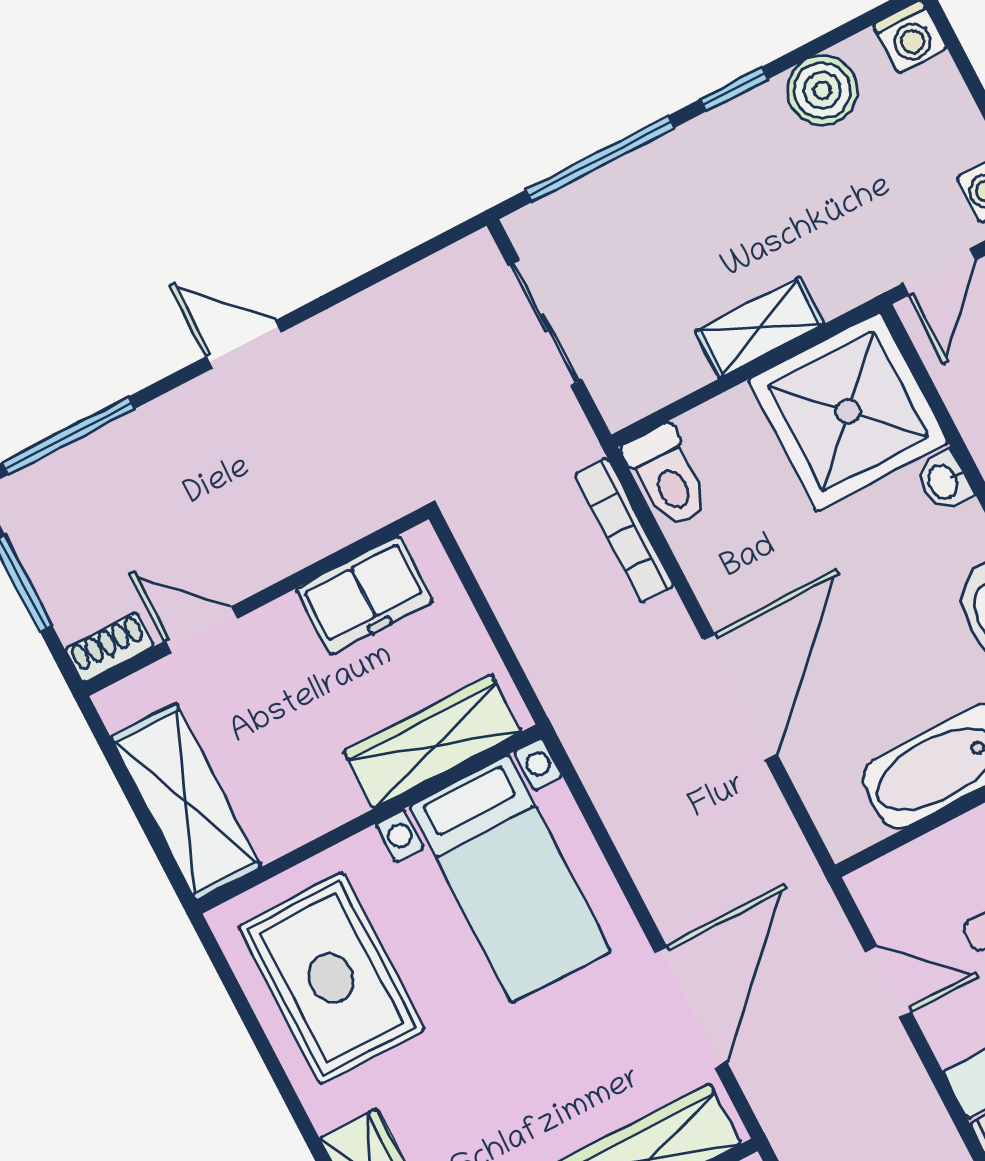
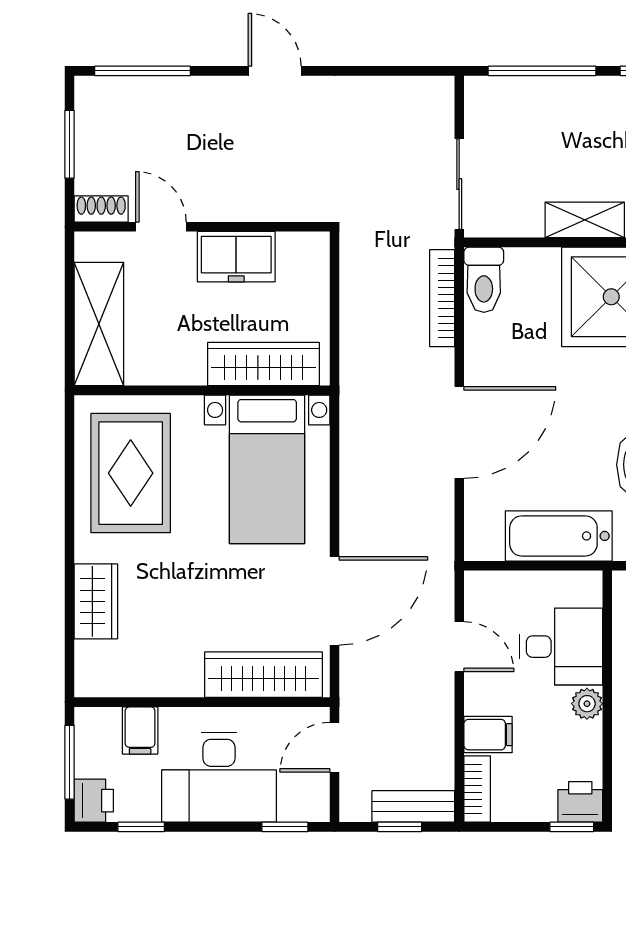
sliding door: (545, 322) -> (459, 184), moved
freezer: (365, 595) -> (236, 257), moved

